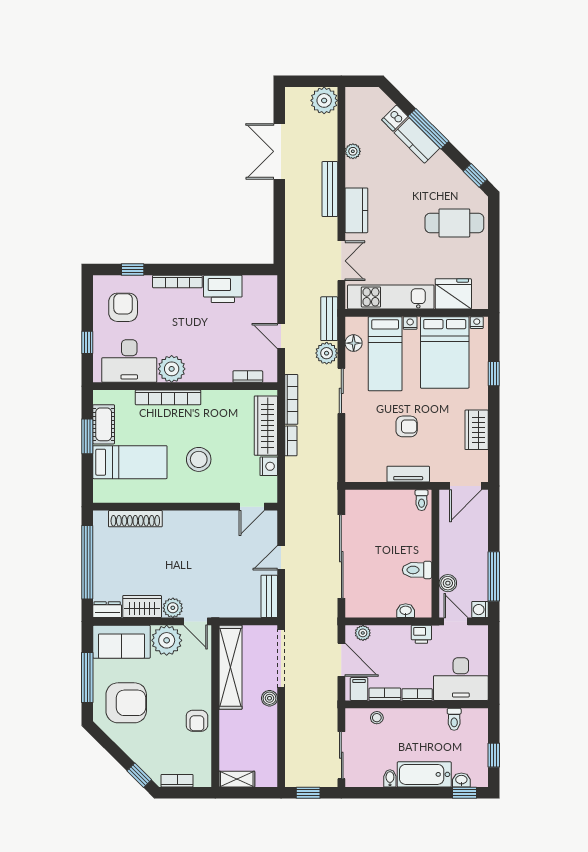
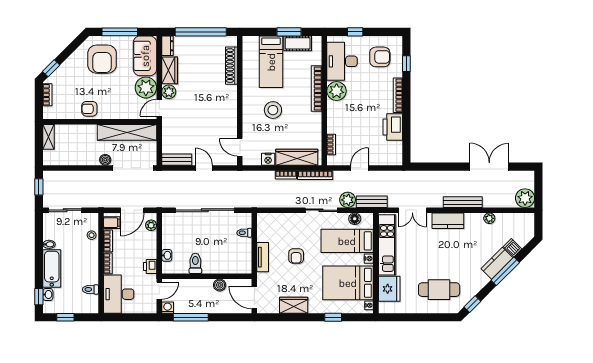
cafe table: (454, 223) -> (439, 290), turned 90
toilet: (422, 500) -> (244, 233), moved
boiler: (448, 583) -> (220, 285), moved

